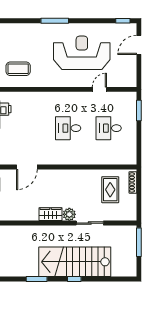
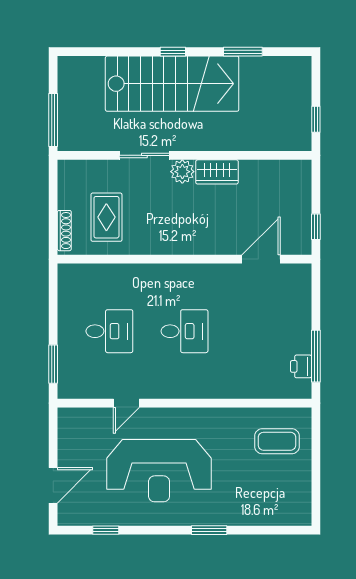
window: (55, 21) -> (209, 530), width x0.69
window: (123, 21) -> (106, 530), moved

